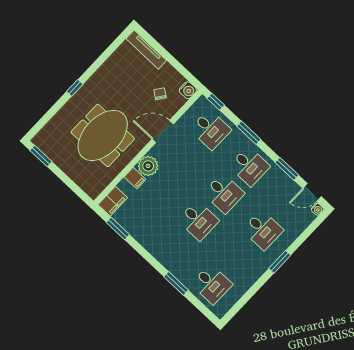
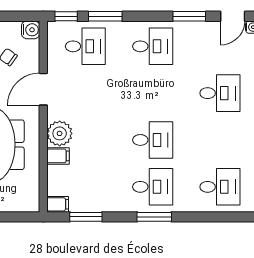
window: (249, 133) -> (105, 16), moved
desk: (224, 193) -> (153, 187), moved
filing cabinet: (113, 201) -> (58, 204), width x0.50
window: (176, 283) -> (154, 217), moved

